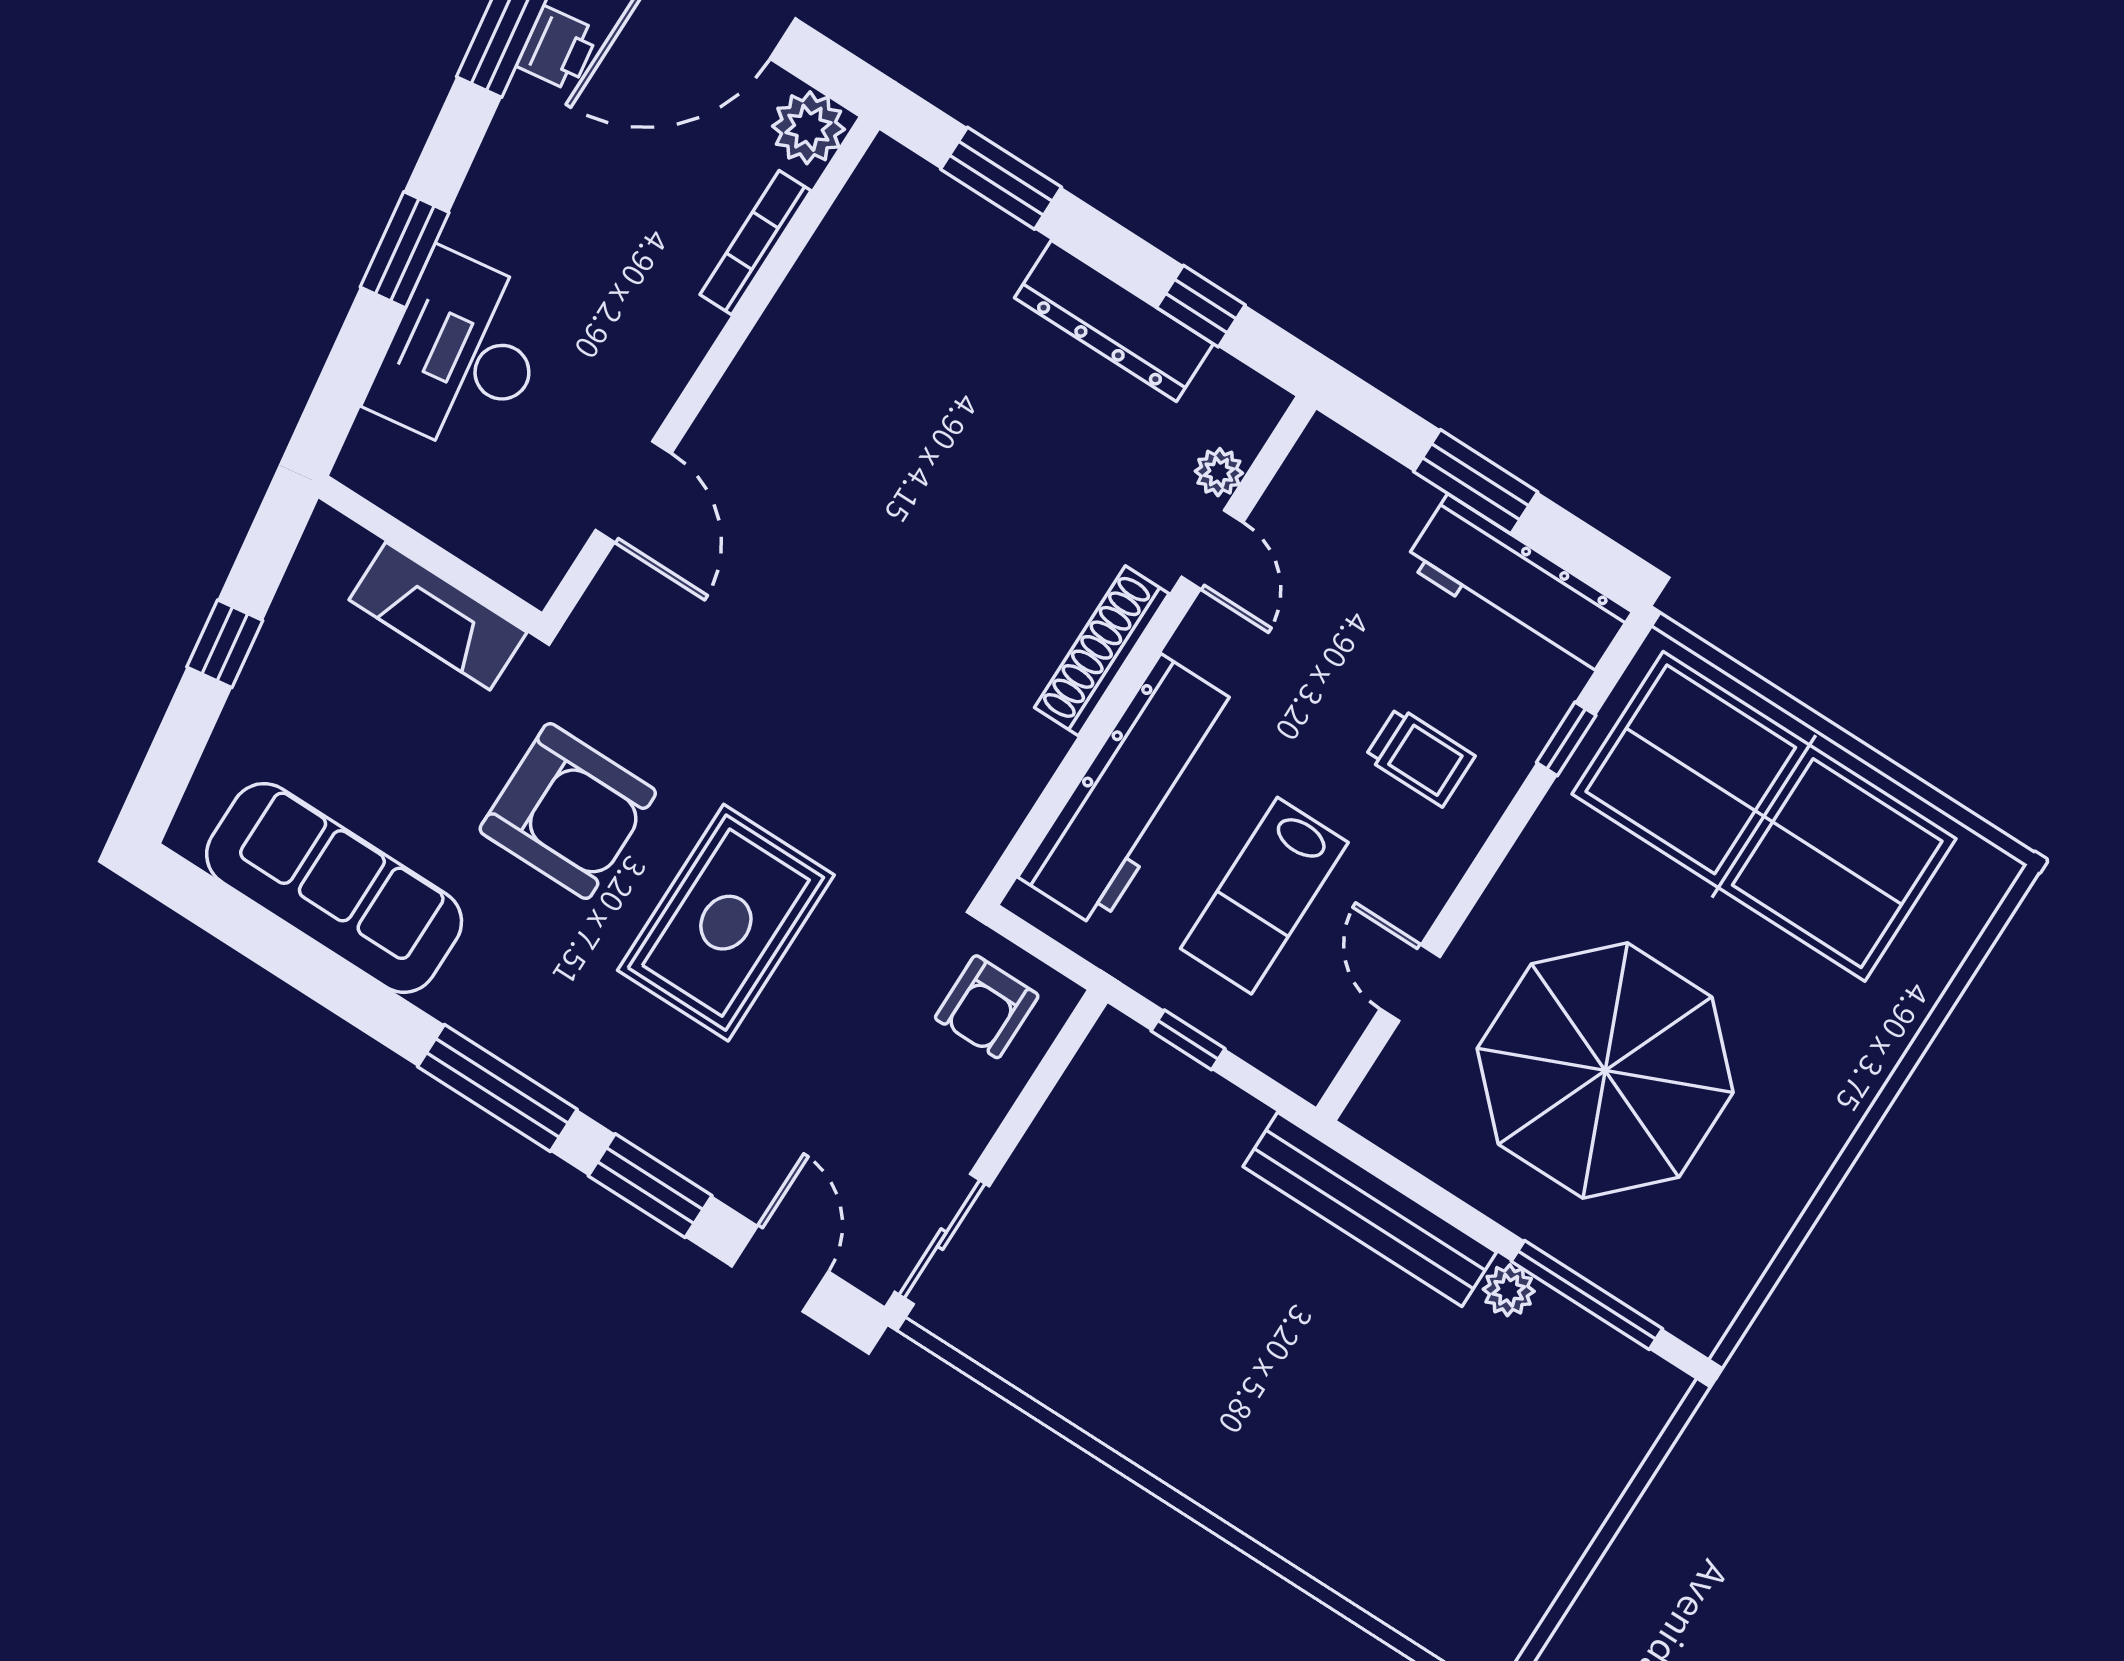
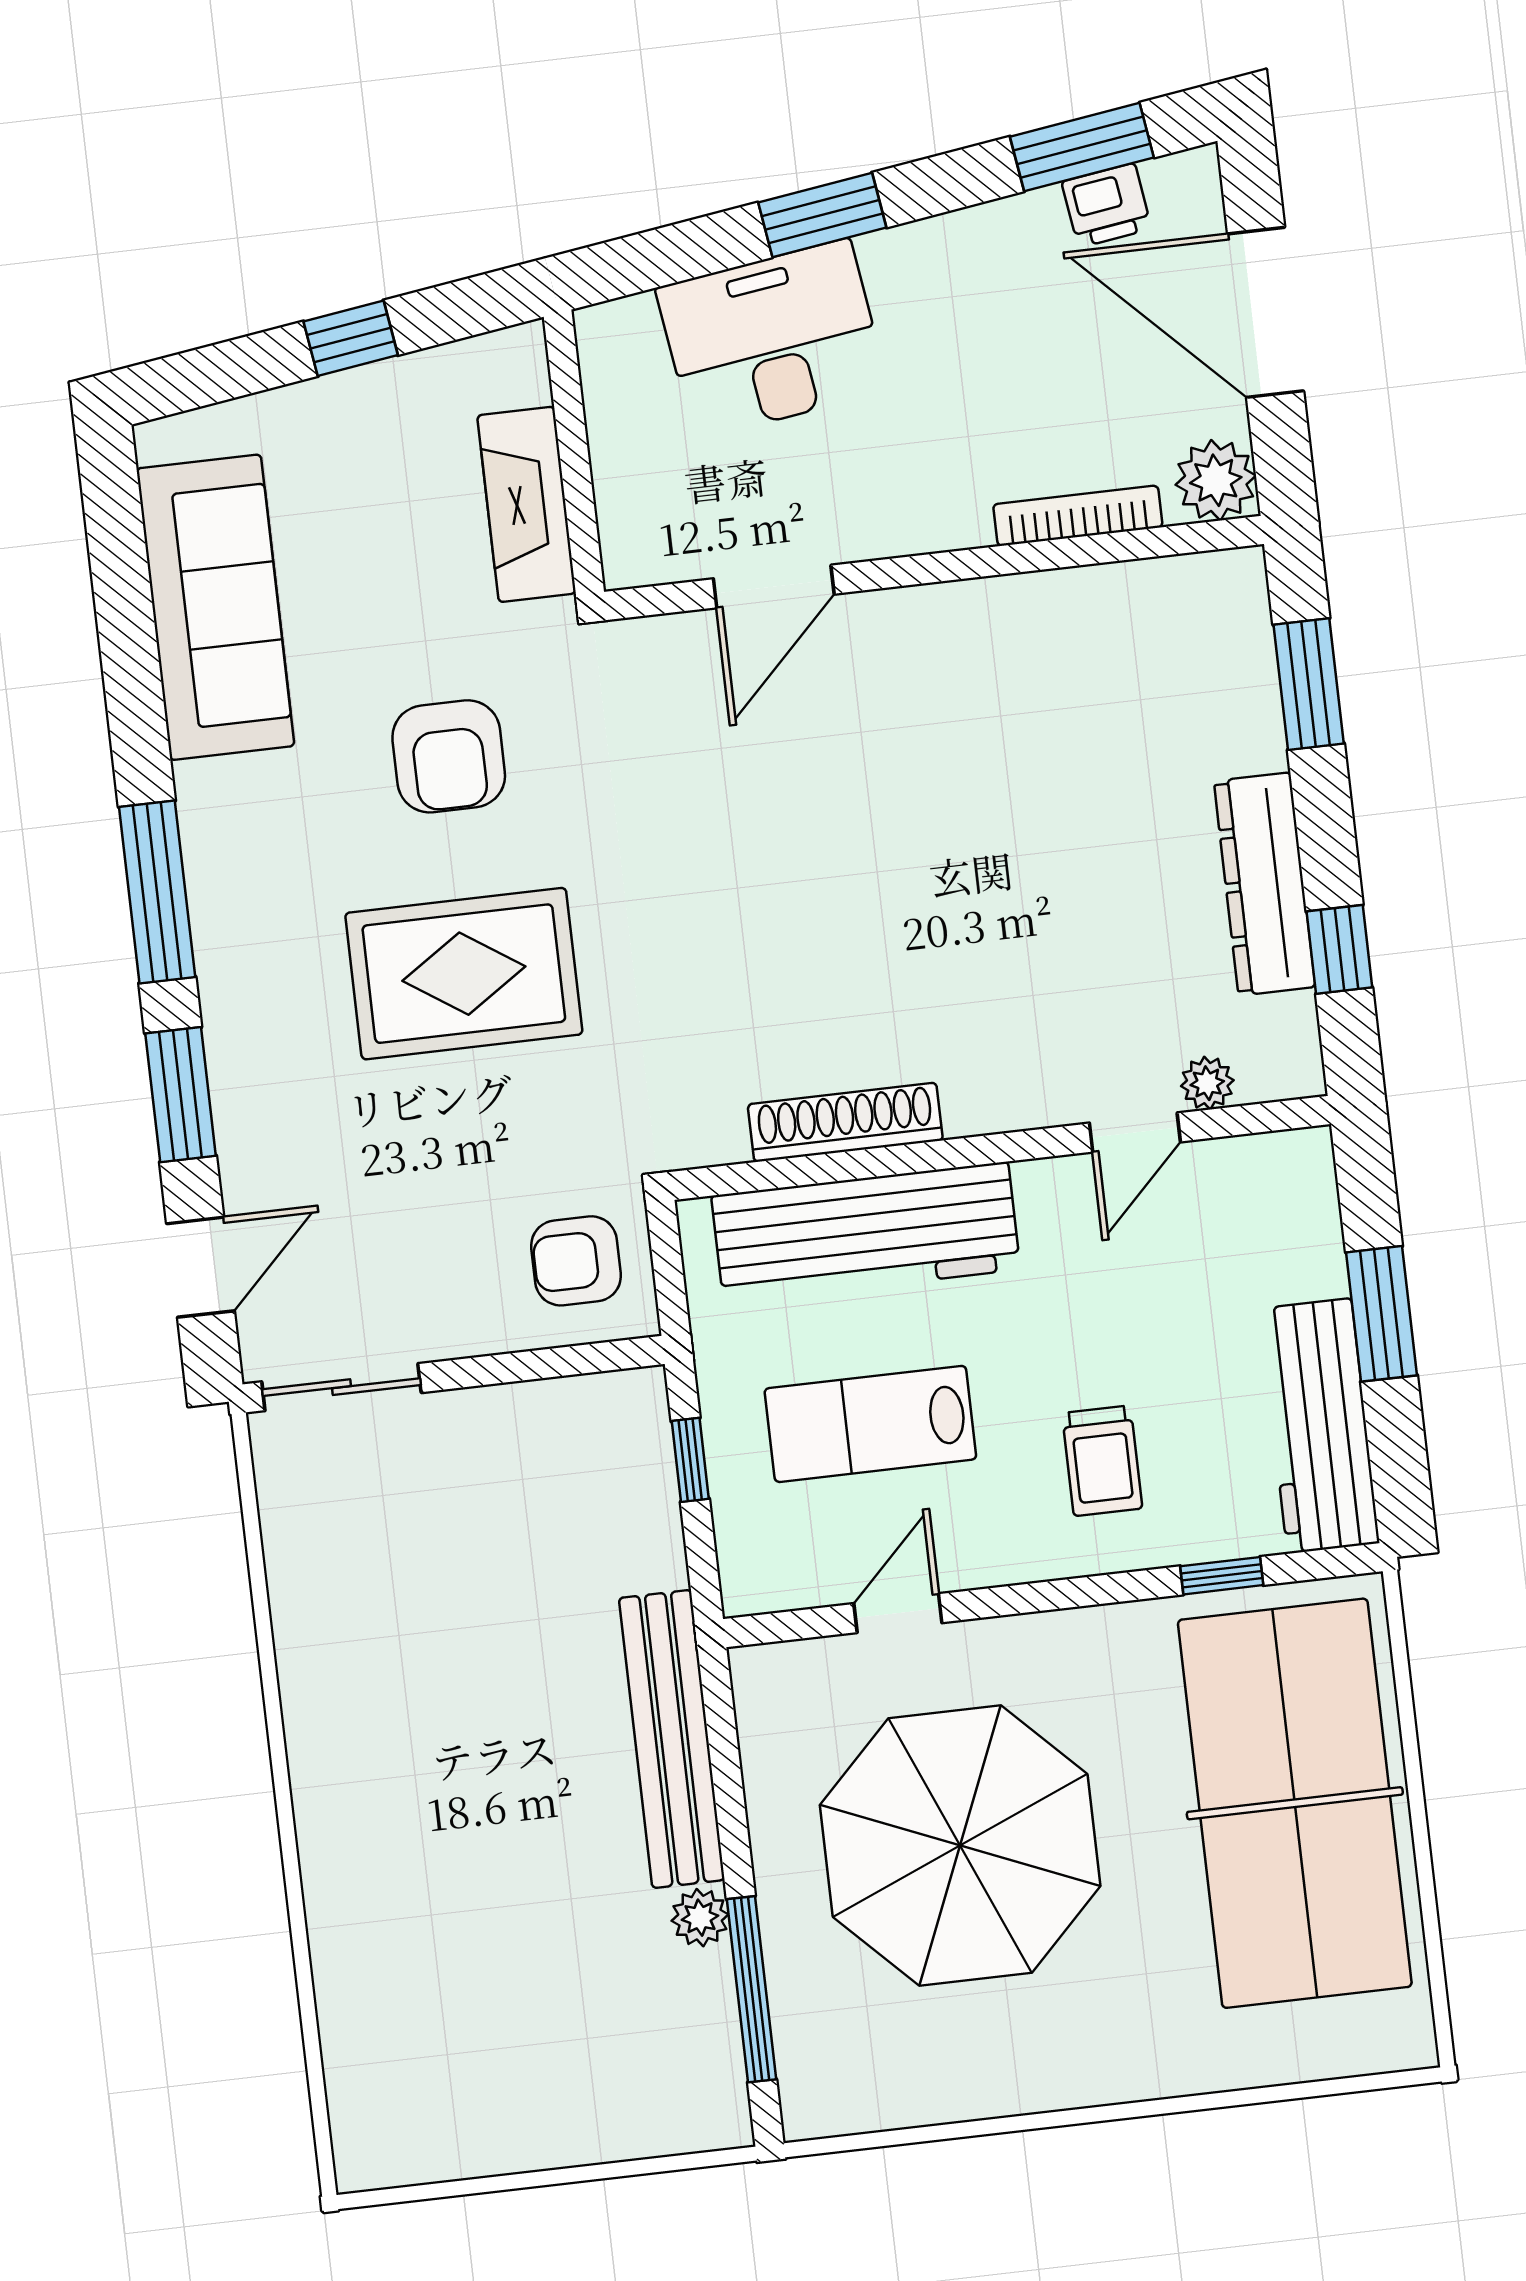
shoe rack: (1102, 651) -> (845, 1122), moved
armchair: (568, 811) -> (449, 756), width x0.73, depth x0.73

